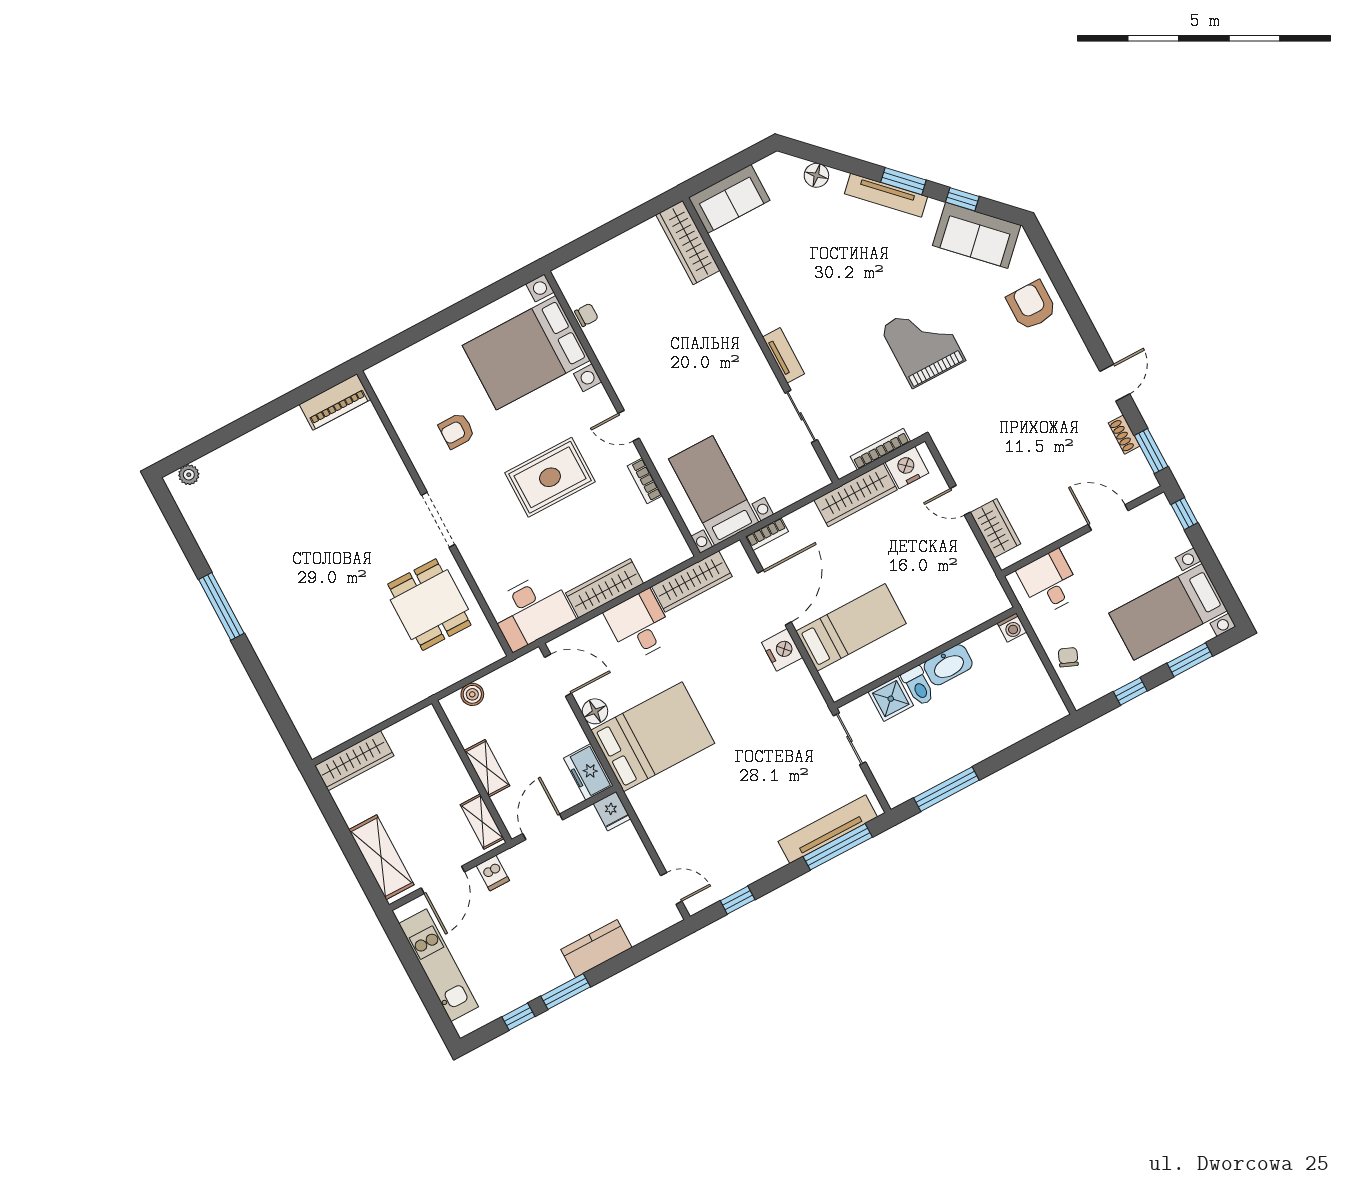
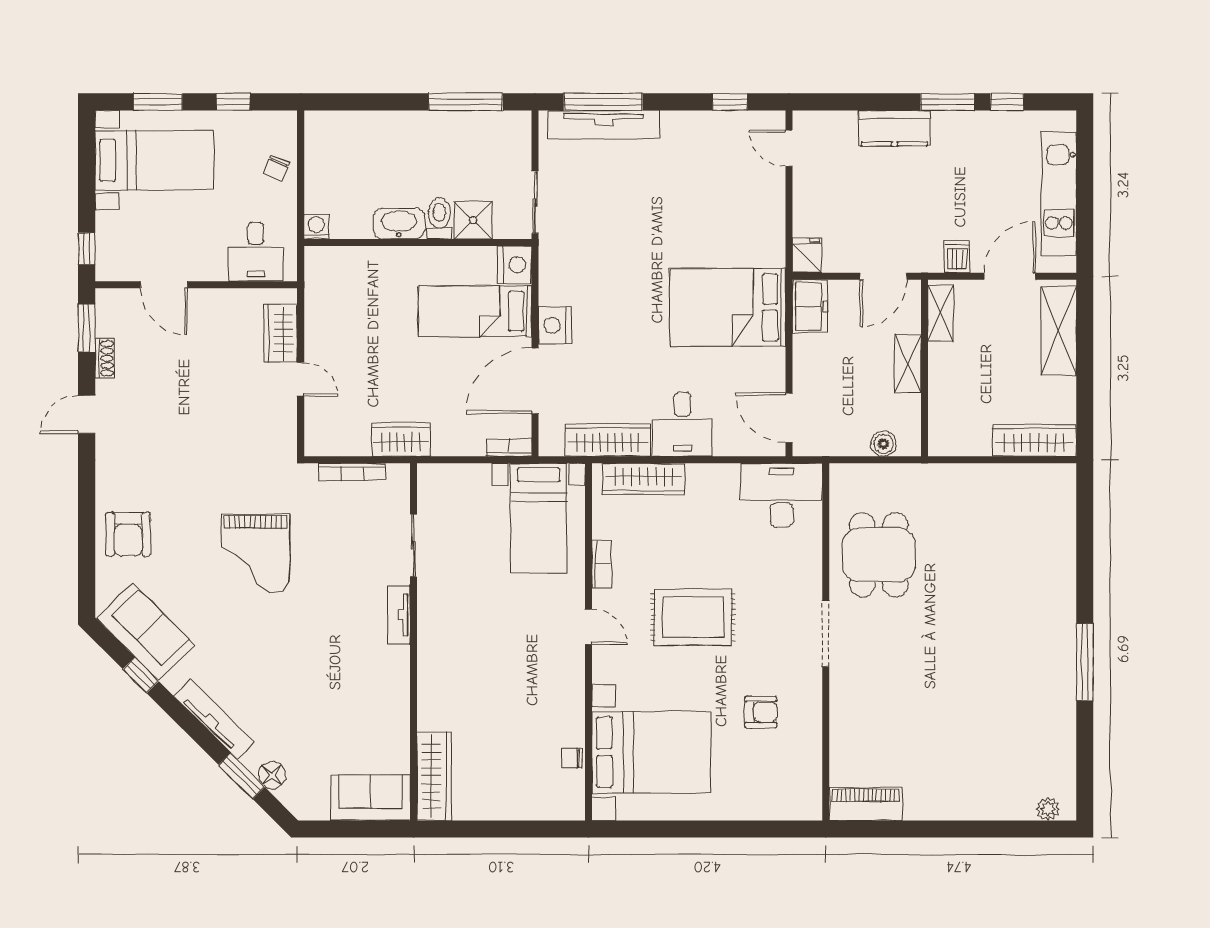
window: (903, 181) -> (242, 776), moved
nightstand: (907, 468) -> (515, 265), moved, turned -90
wardrobe: (856, 495) -> (401, 439), width x0.67
wardrobe: (605, 588) -> (644, 479), moved
floor lamp: (595, 711) -> (771, 363), removed

